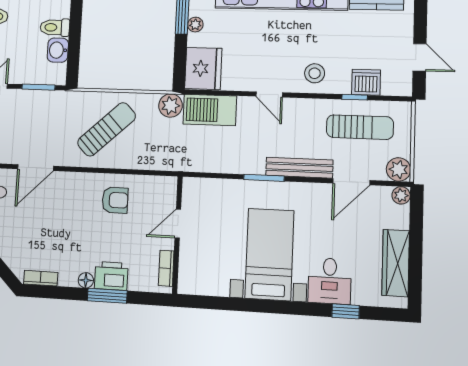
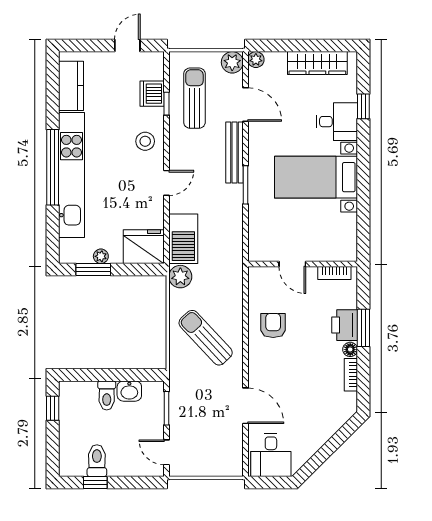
bookcase: (41, 278) -> (351, 375), moved

